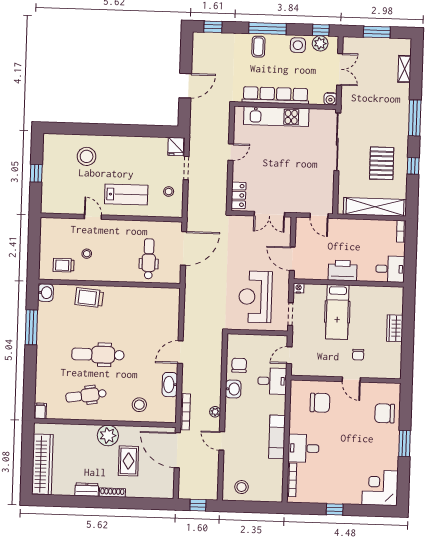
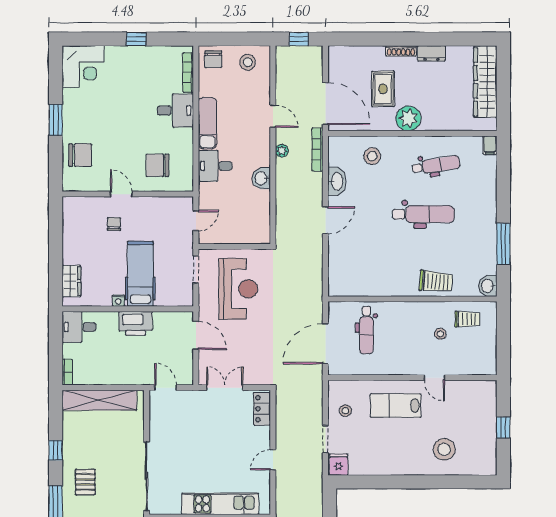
pallet: (382, 163) -> (85, 482), moved, width x0.67, depth x0.71
nightstand: (299, 288) -> (118, 301), moved
wardrobe: (395, 328) -> (71, 281), moved
chair: (239, 365) -> (213, 59), moved
desk: (272, 381) -> (215, 166), moved

